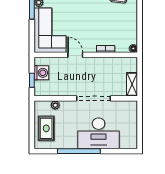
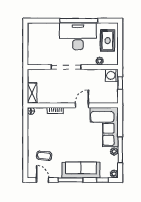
door: (75, 55) -> (82, 105), swing flipped
washing machine: (41, 73) -> (112, 75), moved
shelving: (132, 84) -> (32, 93), moved
desk: (99, 133) -> (78, 36), moved

